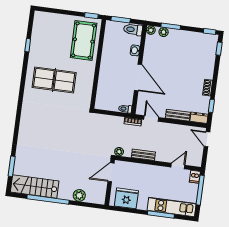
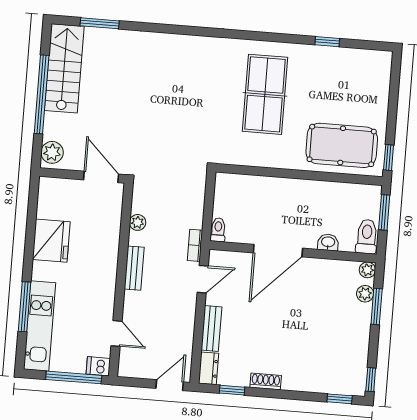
door: (111, 172) -> (101, 177), moved
wall: (110, 182) -> (82, 175), moved

